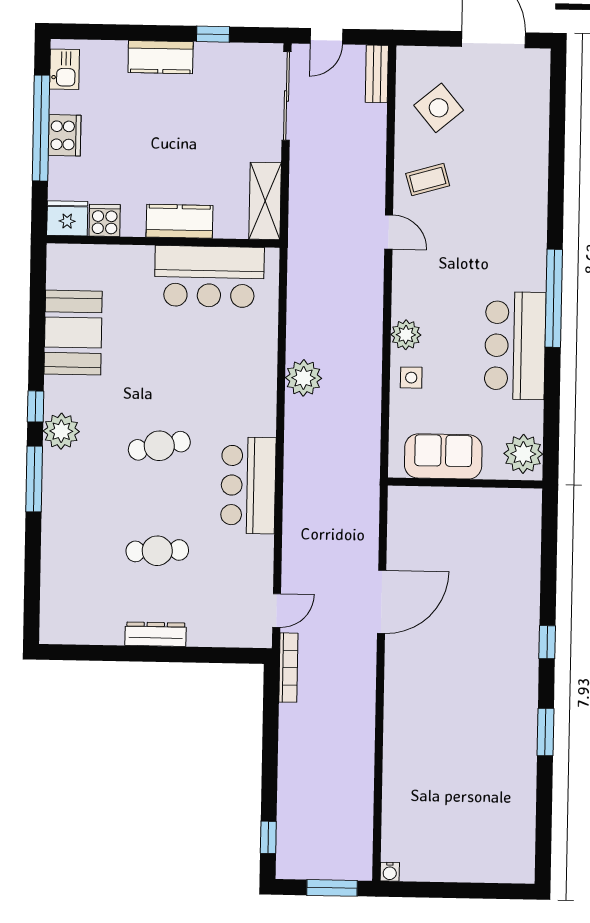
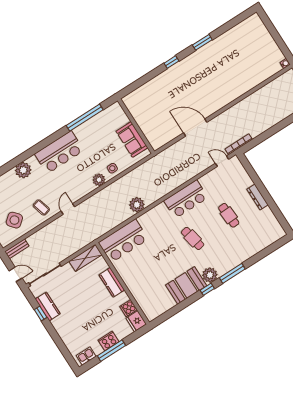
kitchen counter: (161, 57) -> (48, 306), moved
window: (41, 128) -> (111, 351), width x0.68
bar counter: (209, 277) -> (123, 241), moved, turned 90
window: (554, 298) -> (85, 118), moved
booth: (73, 333) -> (186, 285), moved
bar counter: (515, 346) -> (59, 152), moved
plant: (523, 454) -> (23, 170), moved

